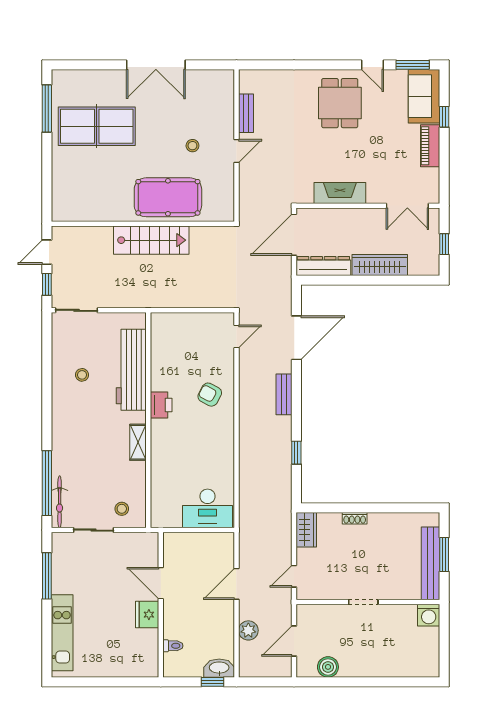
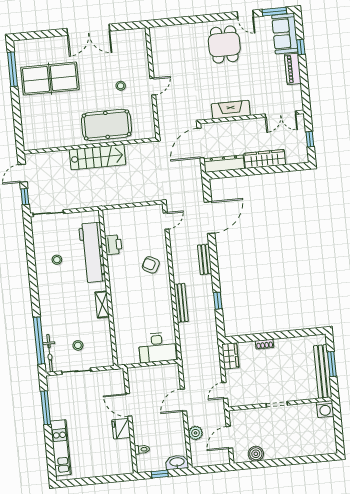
bench: (246, 113) -> (181, 303), moved, width x1.36
printer: (161, 405) -> (113, 245), moved
stool: (122, 509) -> (78, 345), moved
window: (212, 682) -> (160, 474), moved

